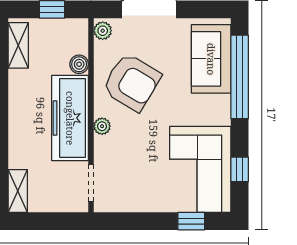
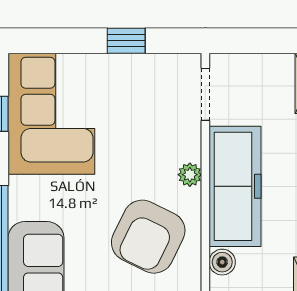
armchair: (132, 82) -> (148, 237), turned -95
window: (191, 221) -> (126, 41), moved

